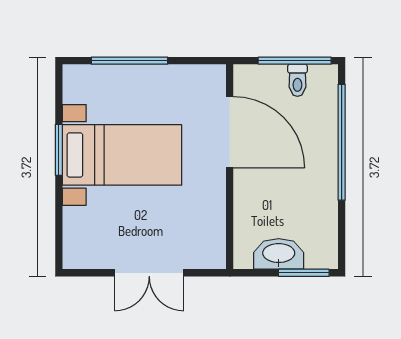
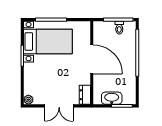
door: (230, 132) -> (92, 59), moved
bed with nightstands: (122, 155) -> (48, 42), moved
dresser: (213, 246) -> (85, 95), added
plant: (74, 258) -> (28, 100), added

